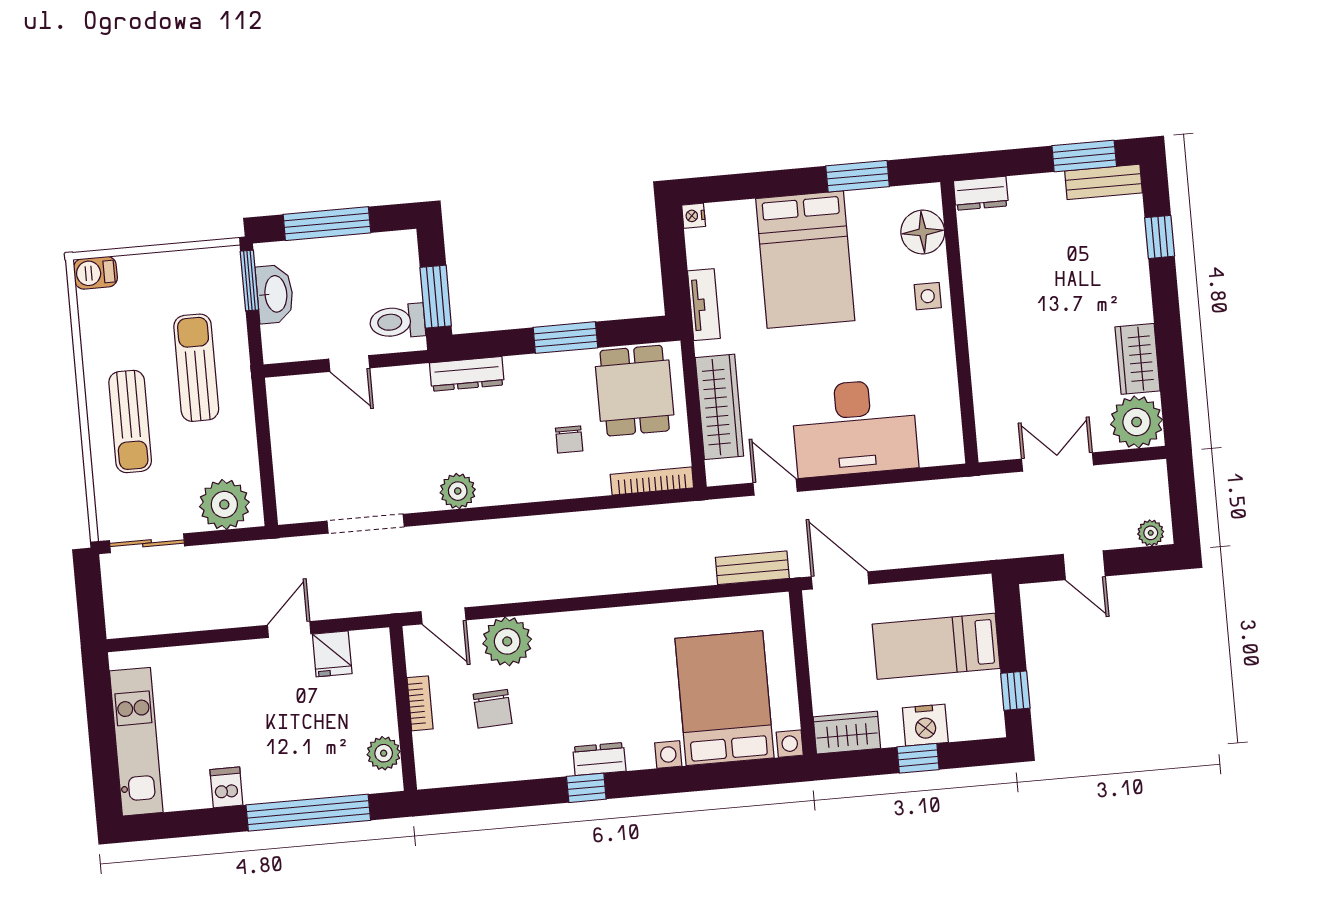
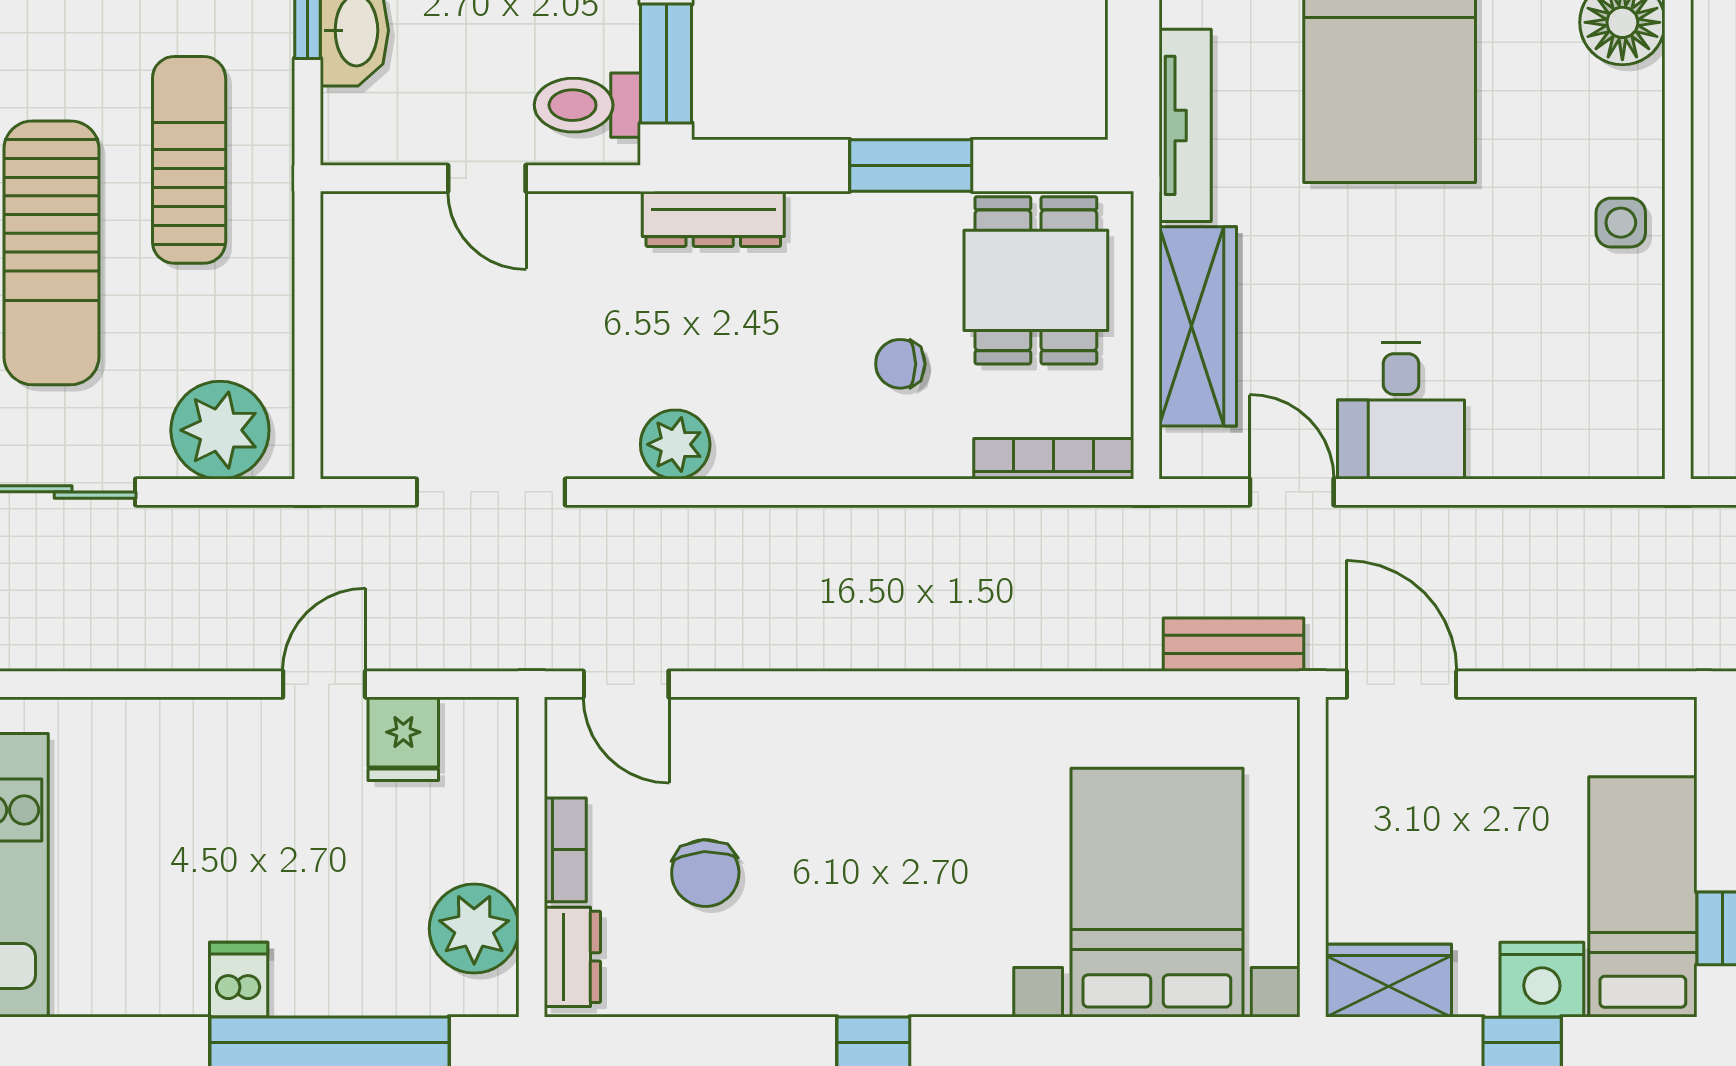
side table: (928, 296) -> (1621, 223), moved
tv unit: (704, 305) -> (1185, 125), width x1.41
sun lounger: (130, 422) -> (51, 253), width x1.36, depth x1.34
desk: (855, 428) -> (1401, 411), width x0.53, depth x0.77
chair: (569, 439) -> (900, 364), turned 90
plant: (507, 641) -> (745, 745), removed
bed: (936, 646) -> (1643, 897), moved, turned 90
plant: (384, 753) -> (474, 929), width x1.36, depth x1.36
dresser: (599, 759) -> (572, 957), moved, turned 90
dishwasher: (226, 787) -> (239, 980), moved

